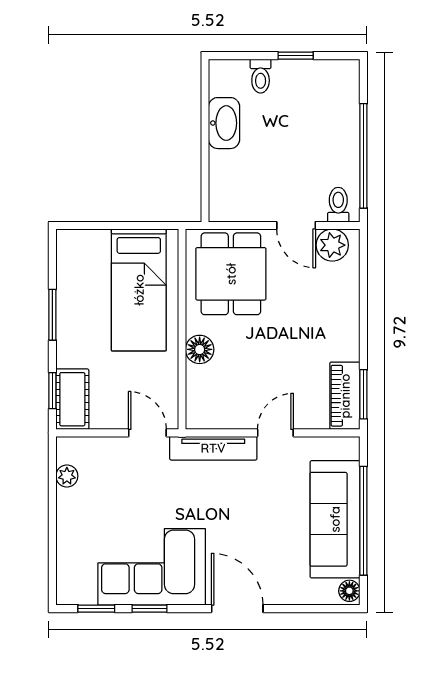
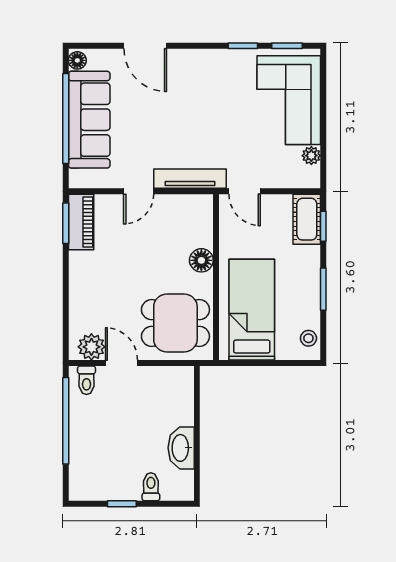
stool: (70, 255) -> (308, 338), added
dining table: (231, 274) -> (175, 323), turned 90
corner sofa: (152, 567) -> (289, 100), moved, turned 90
door: (237, 609) -> (145, 46), moved

